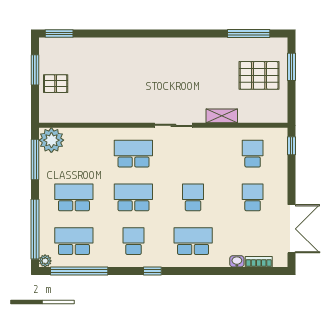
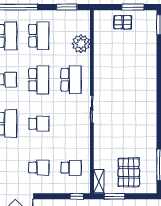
window: (292, 67) -> (115, 196), moved
pallet: (56, 84) -> (123, 22), turned 90
shelving: (222, 116) -> (99, 181), moved
plant: (51, 140) -> (81, 44), moved
window: (35, 159) -> (67, 7), width x0.69

